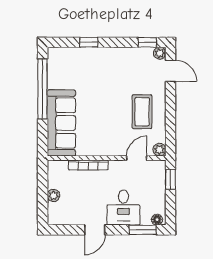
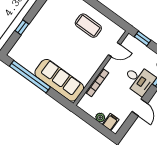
plant: (159, 150) -> (119, 32), removed
door: (137, 158) -> (114, 50), swing flipped
filing cabinet: (57, 210) -> (111, 122), added

